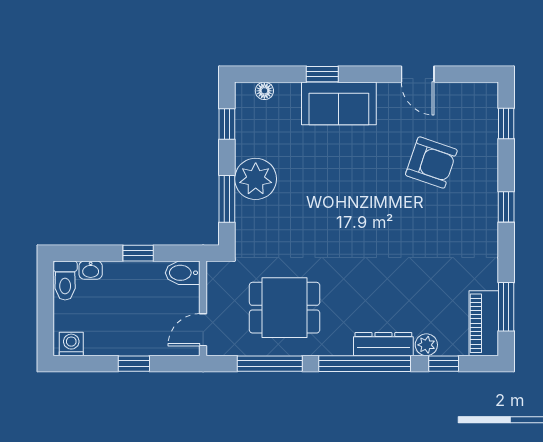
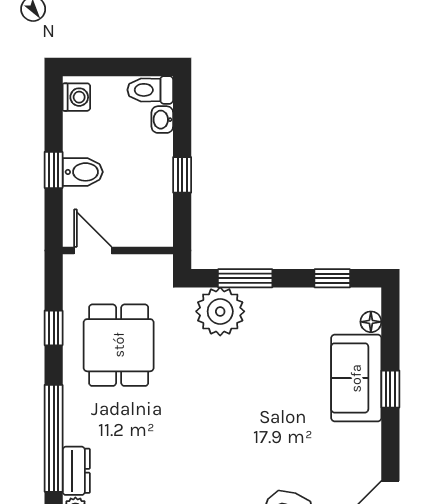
sofa: (339, 103) -> (356, 378), moved
plant: (256, 179) -> (220, 311), moved
bidet: (183, 273) -> (83, 172), moved, turned 90
dresser: (383, 344) -> (76, 471), width x0.70
window: (270, 364) -> (54, 328), width x0.46

